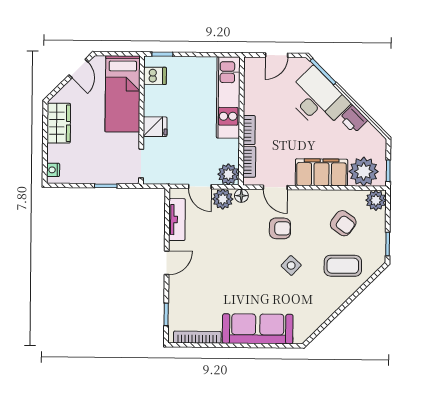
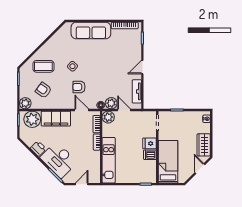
door: (79, 68) -> (200, 169), moved
dishwasher: (155, 76) -> (150, 155), moved

